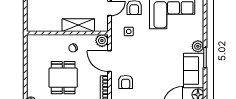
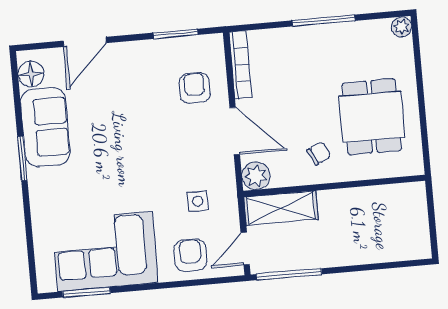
shelving: (78, 25) -> (281, 208), moved
plant: (198, 46) -> (41, 182), removed
dining table: (63, 78) -> (372, 117), moved

